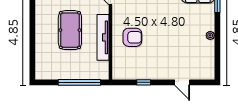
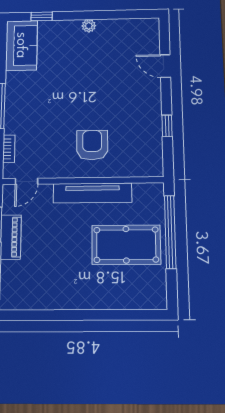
pool table: (70, 30) -> (126, 245), moved
door: (182, 82) -> (165, 66), swing flipped

